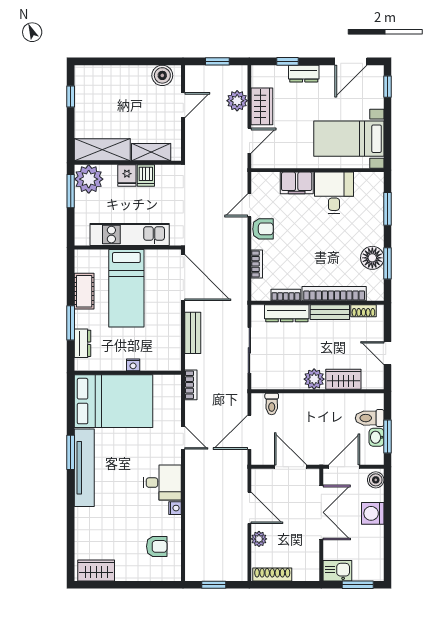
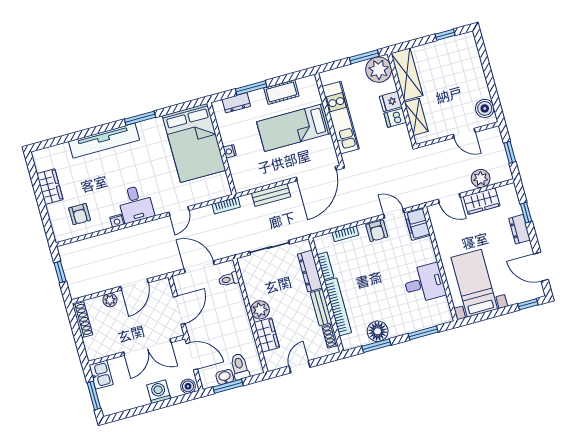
filing cabinet: (297, 183) -> (417, 224), moved
tv unit: (84, 468) -> (104, 141), moved
wardrobe: (96, 571) -> (50, 187), moved

